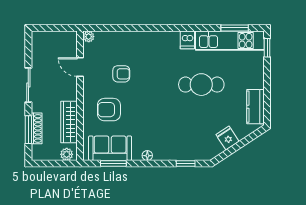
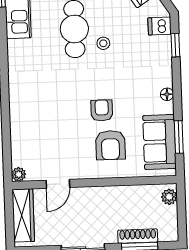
dishwasher: (187, 40) -> (160, 26), moved, turned 180
armchair: (121, 74) -> (102, 110), moved
stool: (189, 107) -> (103, 43), added
wardrobe: (69, 122) -> (23, 215), moved, turned -90

